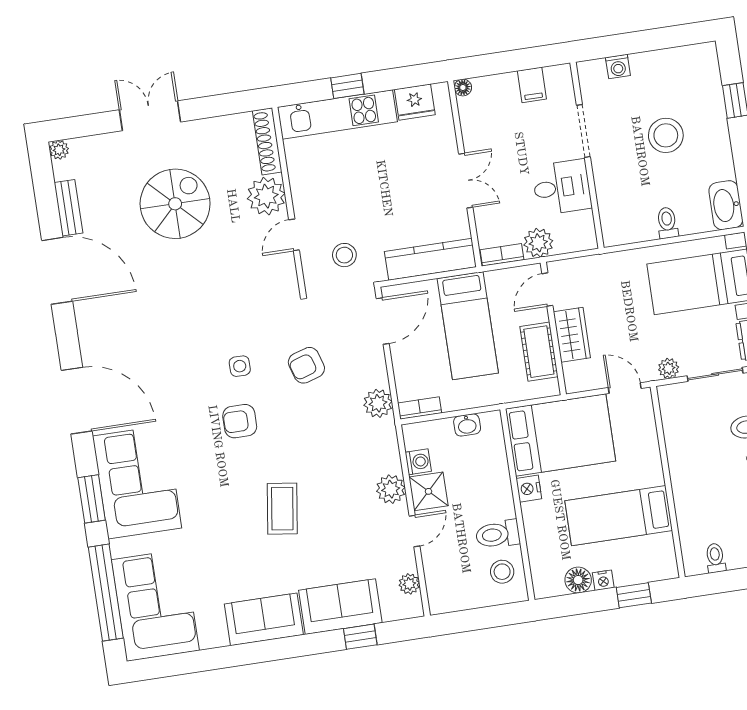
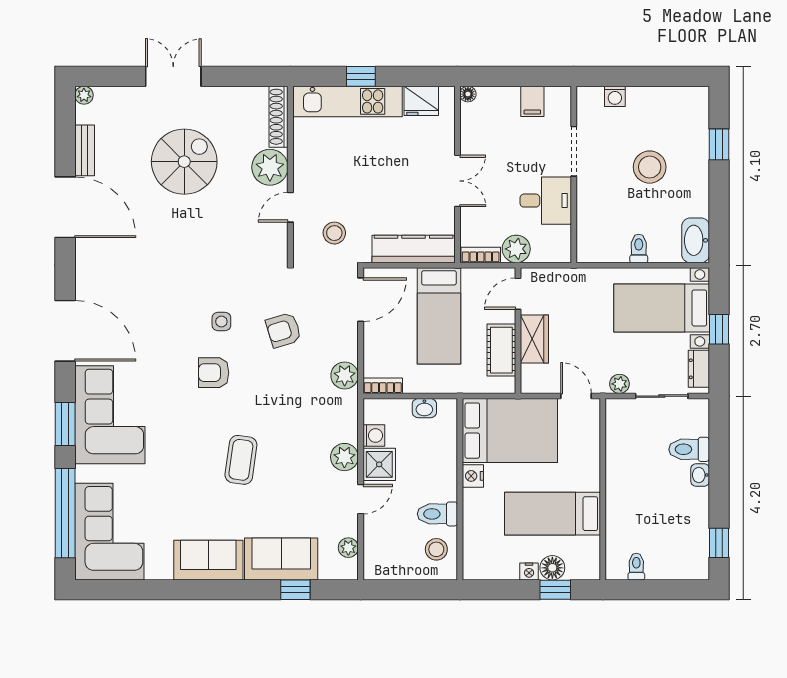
floor lamp: (578, 580) -> (552, 568), moved

